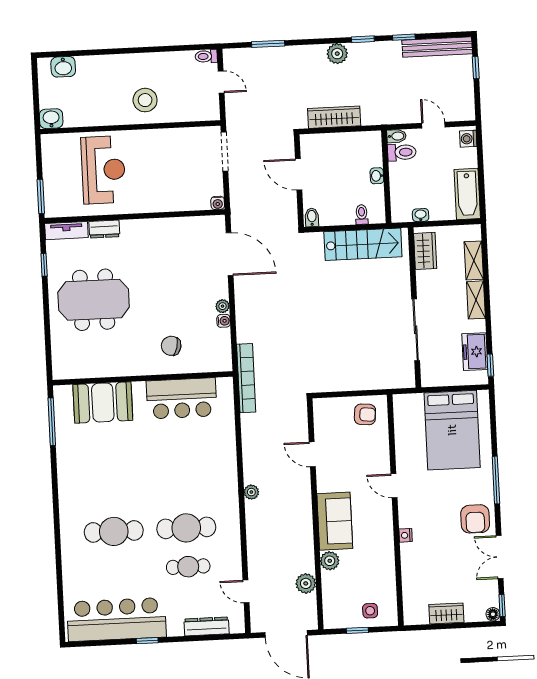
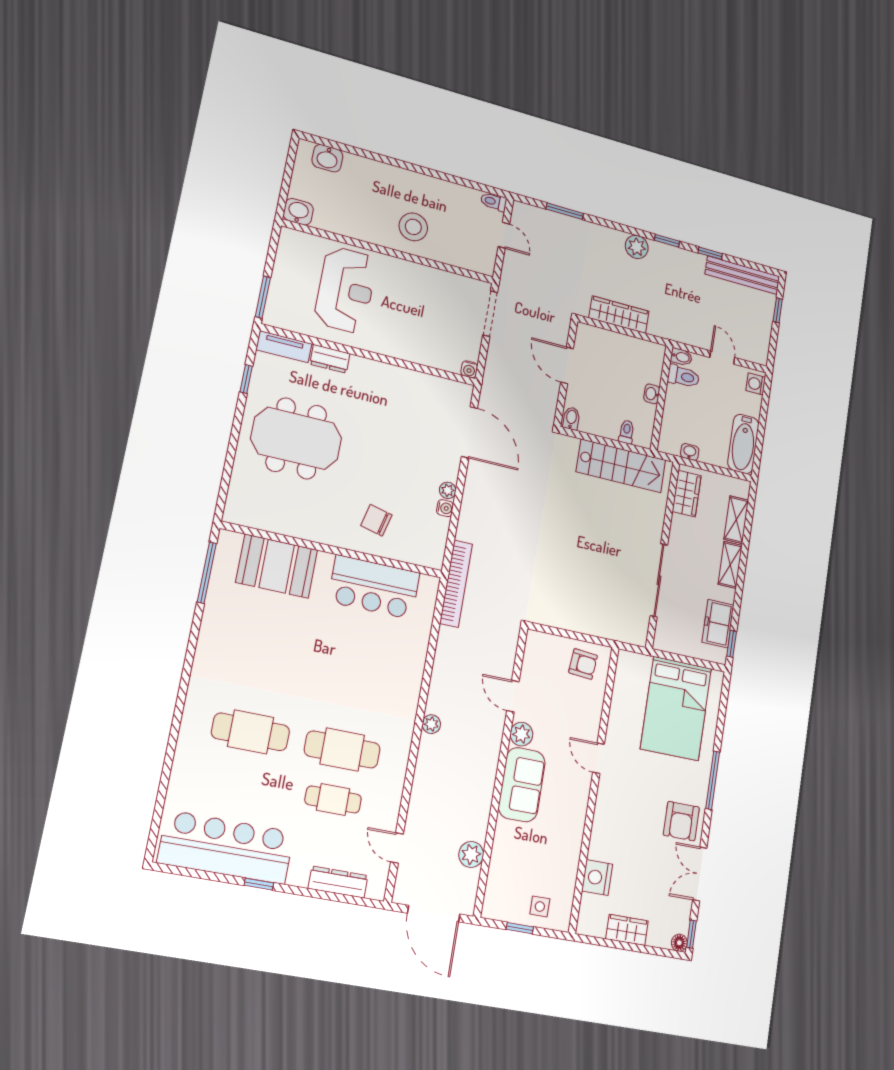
nightstand: (406, 535) -> (597, 877), moved, width x1.89, depth x1.79
plant: (330, 561) -> (521, 734), moved

